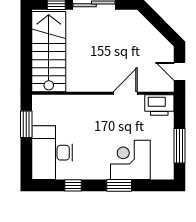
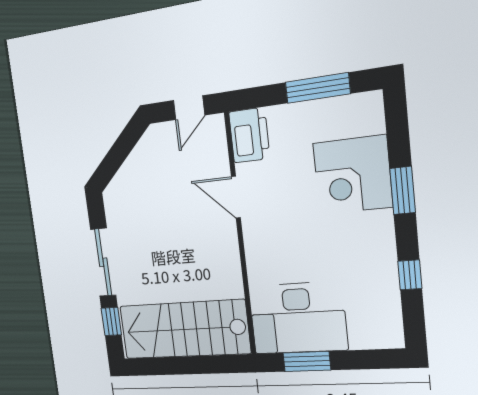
desk: (52, 153) -> (298, 318), moved

